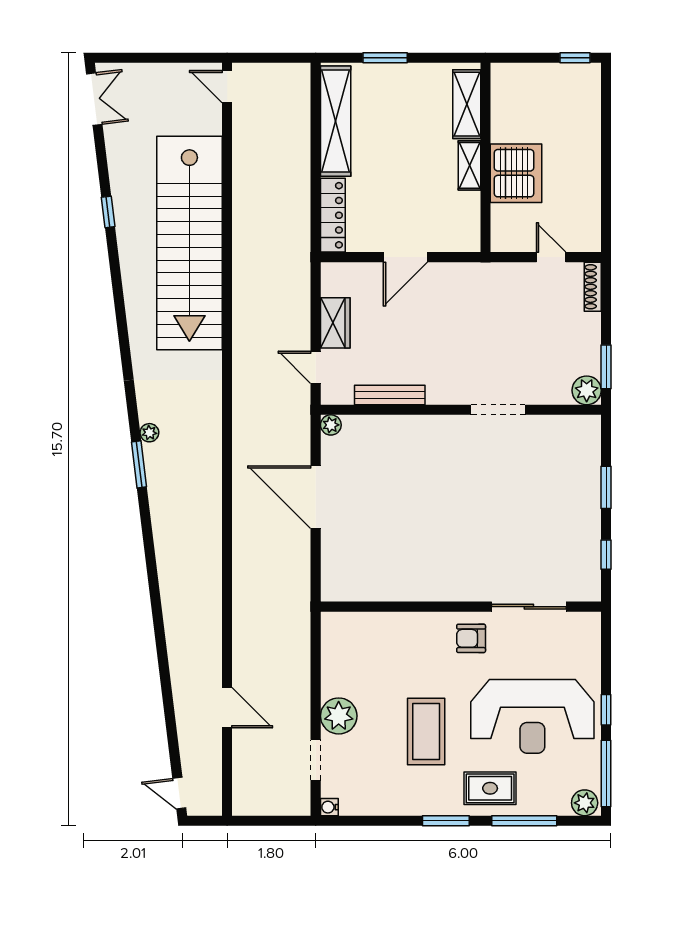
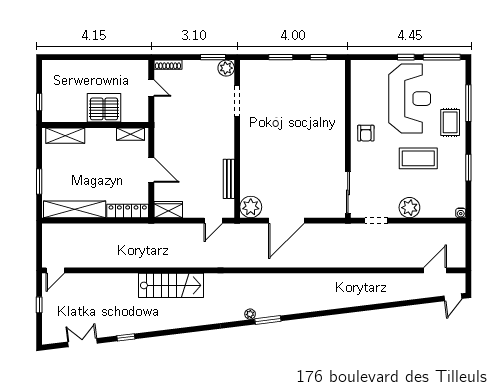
window: (166, 58) -> (39, 305), added
window: (575, 58) -> (39, 102), moved
double door: (94, 99) -> (83, 343), moved
shelving: (469, 165) -> (131, 134), moved
stairs: (189, 243) -> (171, 285), width x0.54, depth x0.66
door: (551, 257) -> (151, 88), swing flipped
wardrobe: (335, 323) -> (168, 210), moved
doorway: (498, 410) -> (237, 101), moved
plant: (331, 425) -> (251, 207), width x1.87, depth x1.87
sliding door: (529, 607) -> (348, 192), moved
door: (227, 708) -> (435, 270), moved
doorway: (316, 760) -> (376, 221), moved
plant: (585, 803) -> (458, 69), removed
window: (446, 821) -> (468, 168), moved

